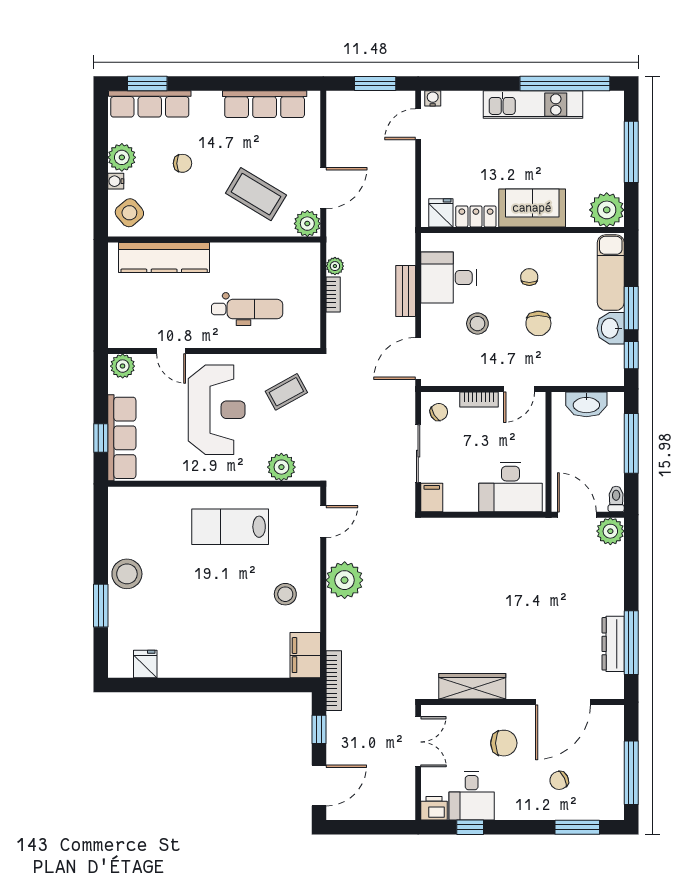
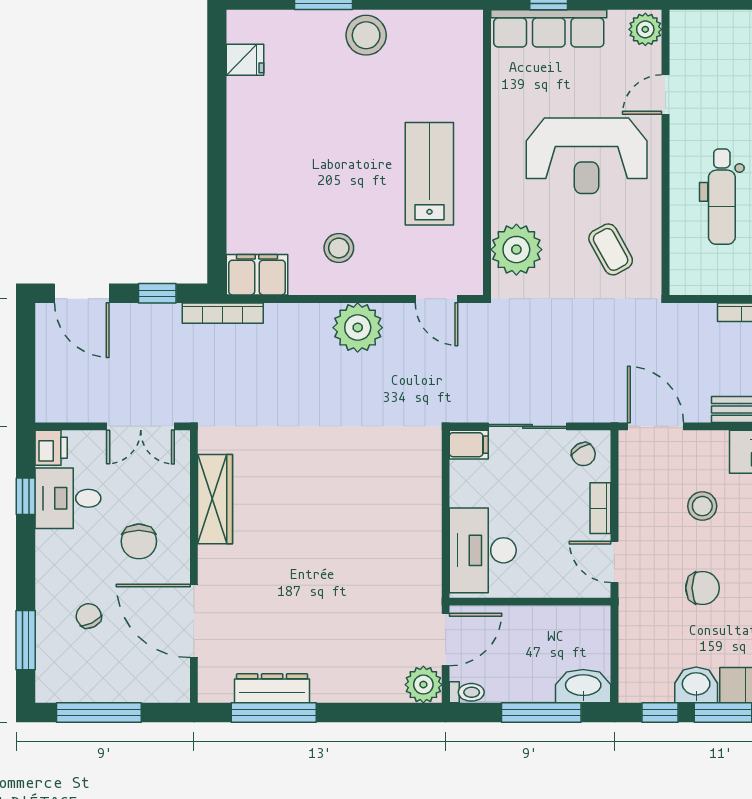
chair: (538, 323) -> (702, 588), turned 180
washbasin: (586, 404) -> (583, 686), moved, turned 90
plant: (281, 467) -> (516, 250), width x1.36, depth x1.36

